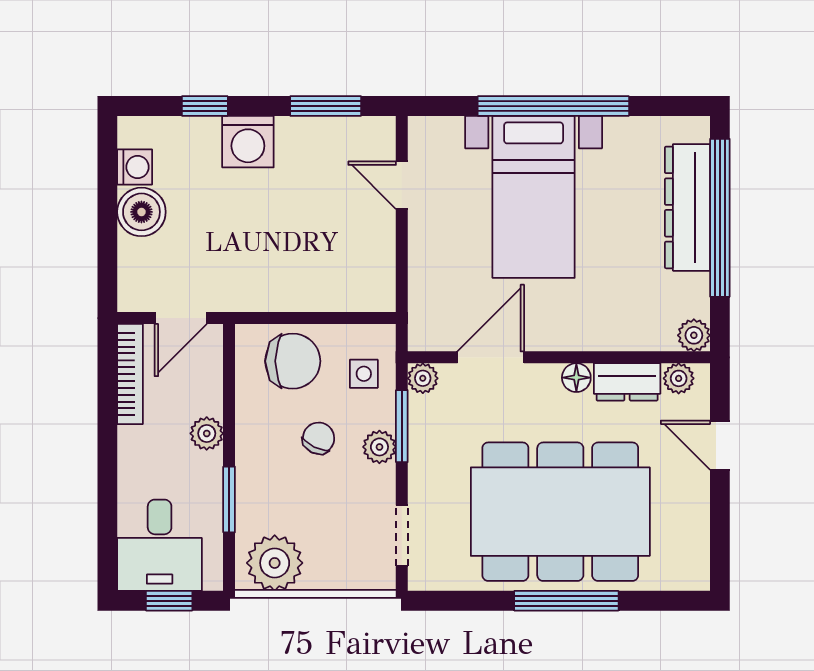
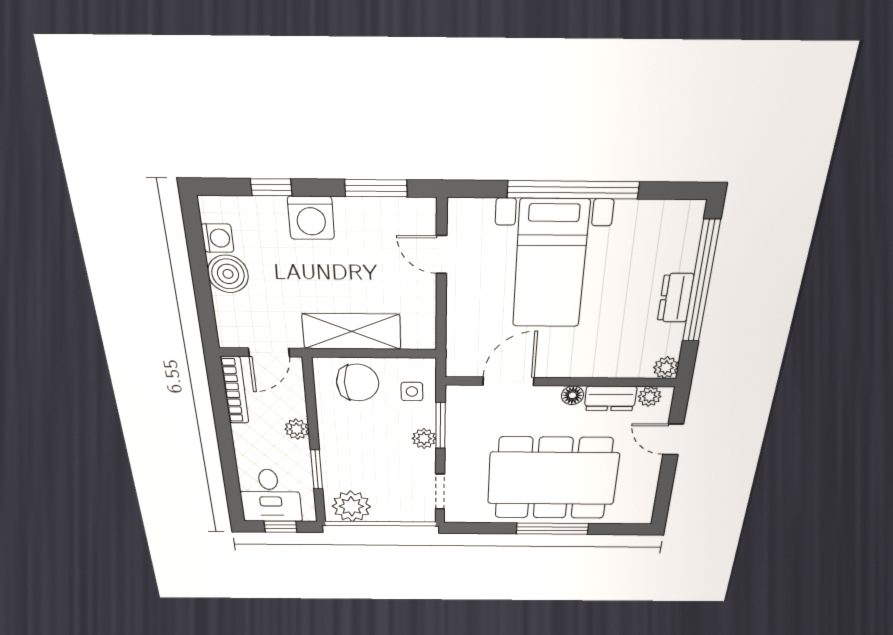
dresser: (687, 207) -> (676, 298), width x0.51, depth x0.80
shelving: (289, 288) -> (352, 331), added
plant: (423, 378) -> (456, 395), removed
chair: (319, 438) -> (379, 433), removed

